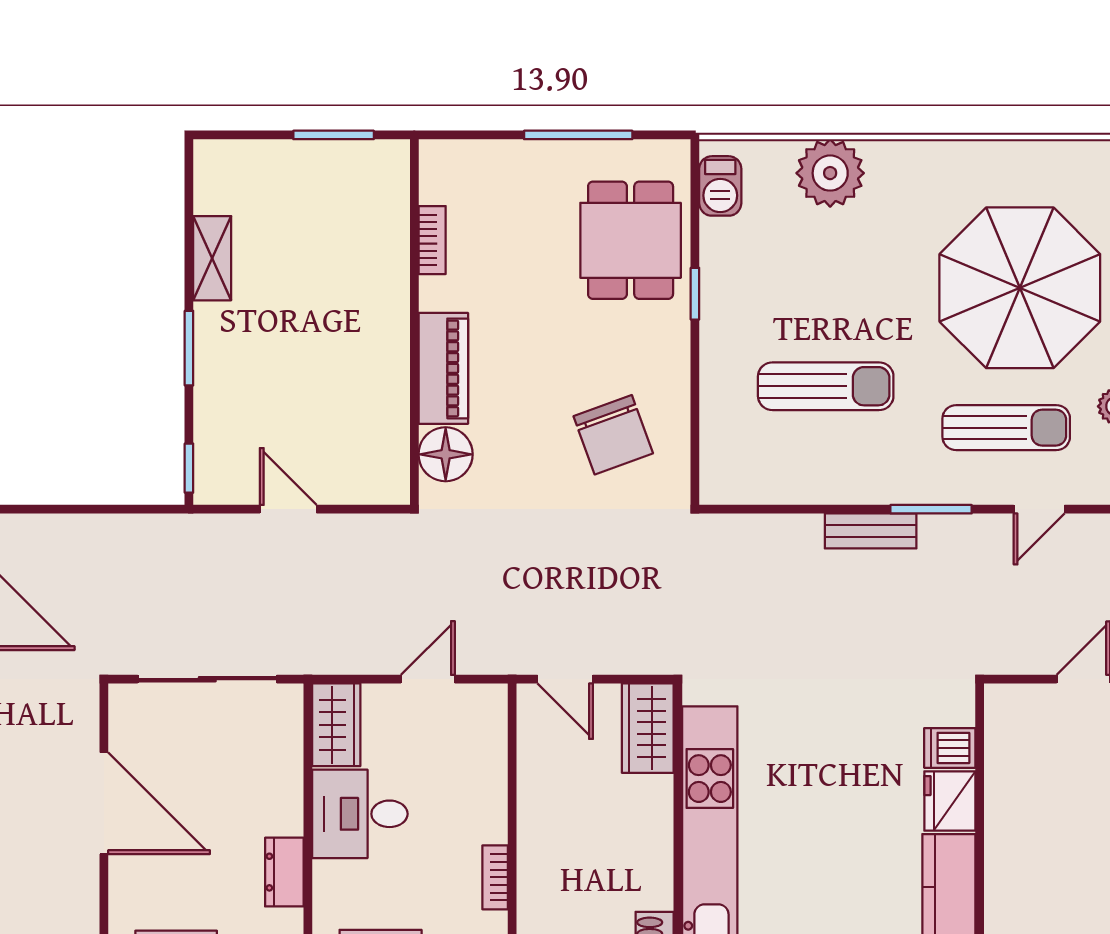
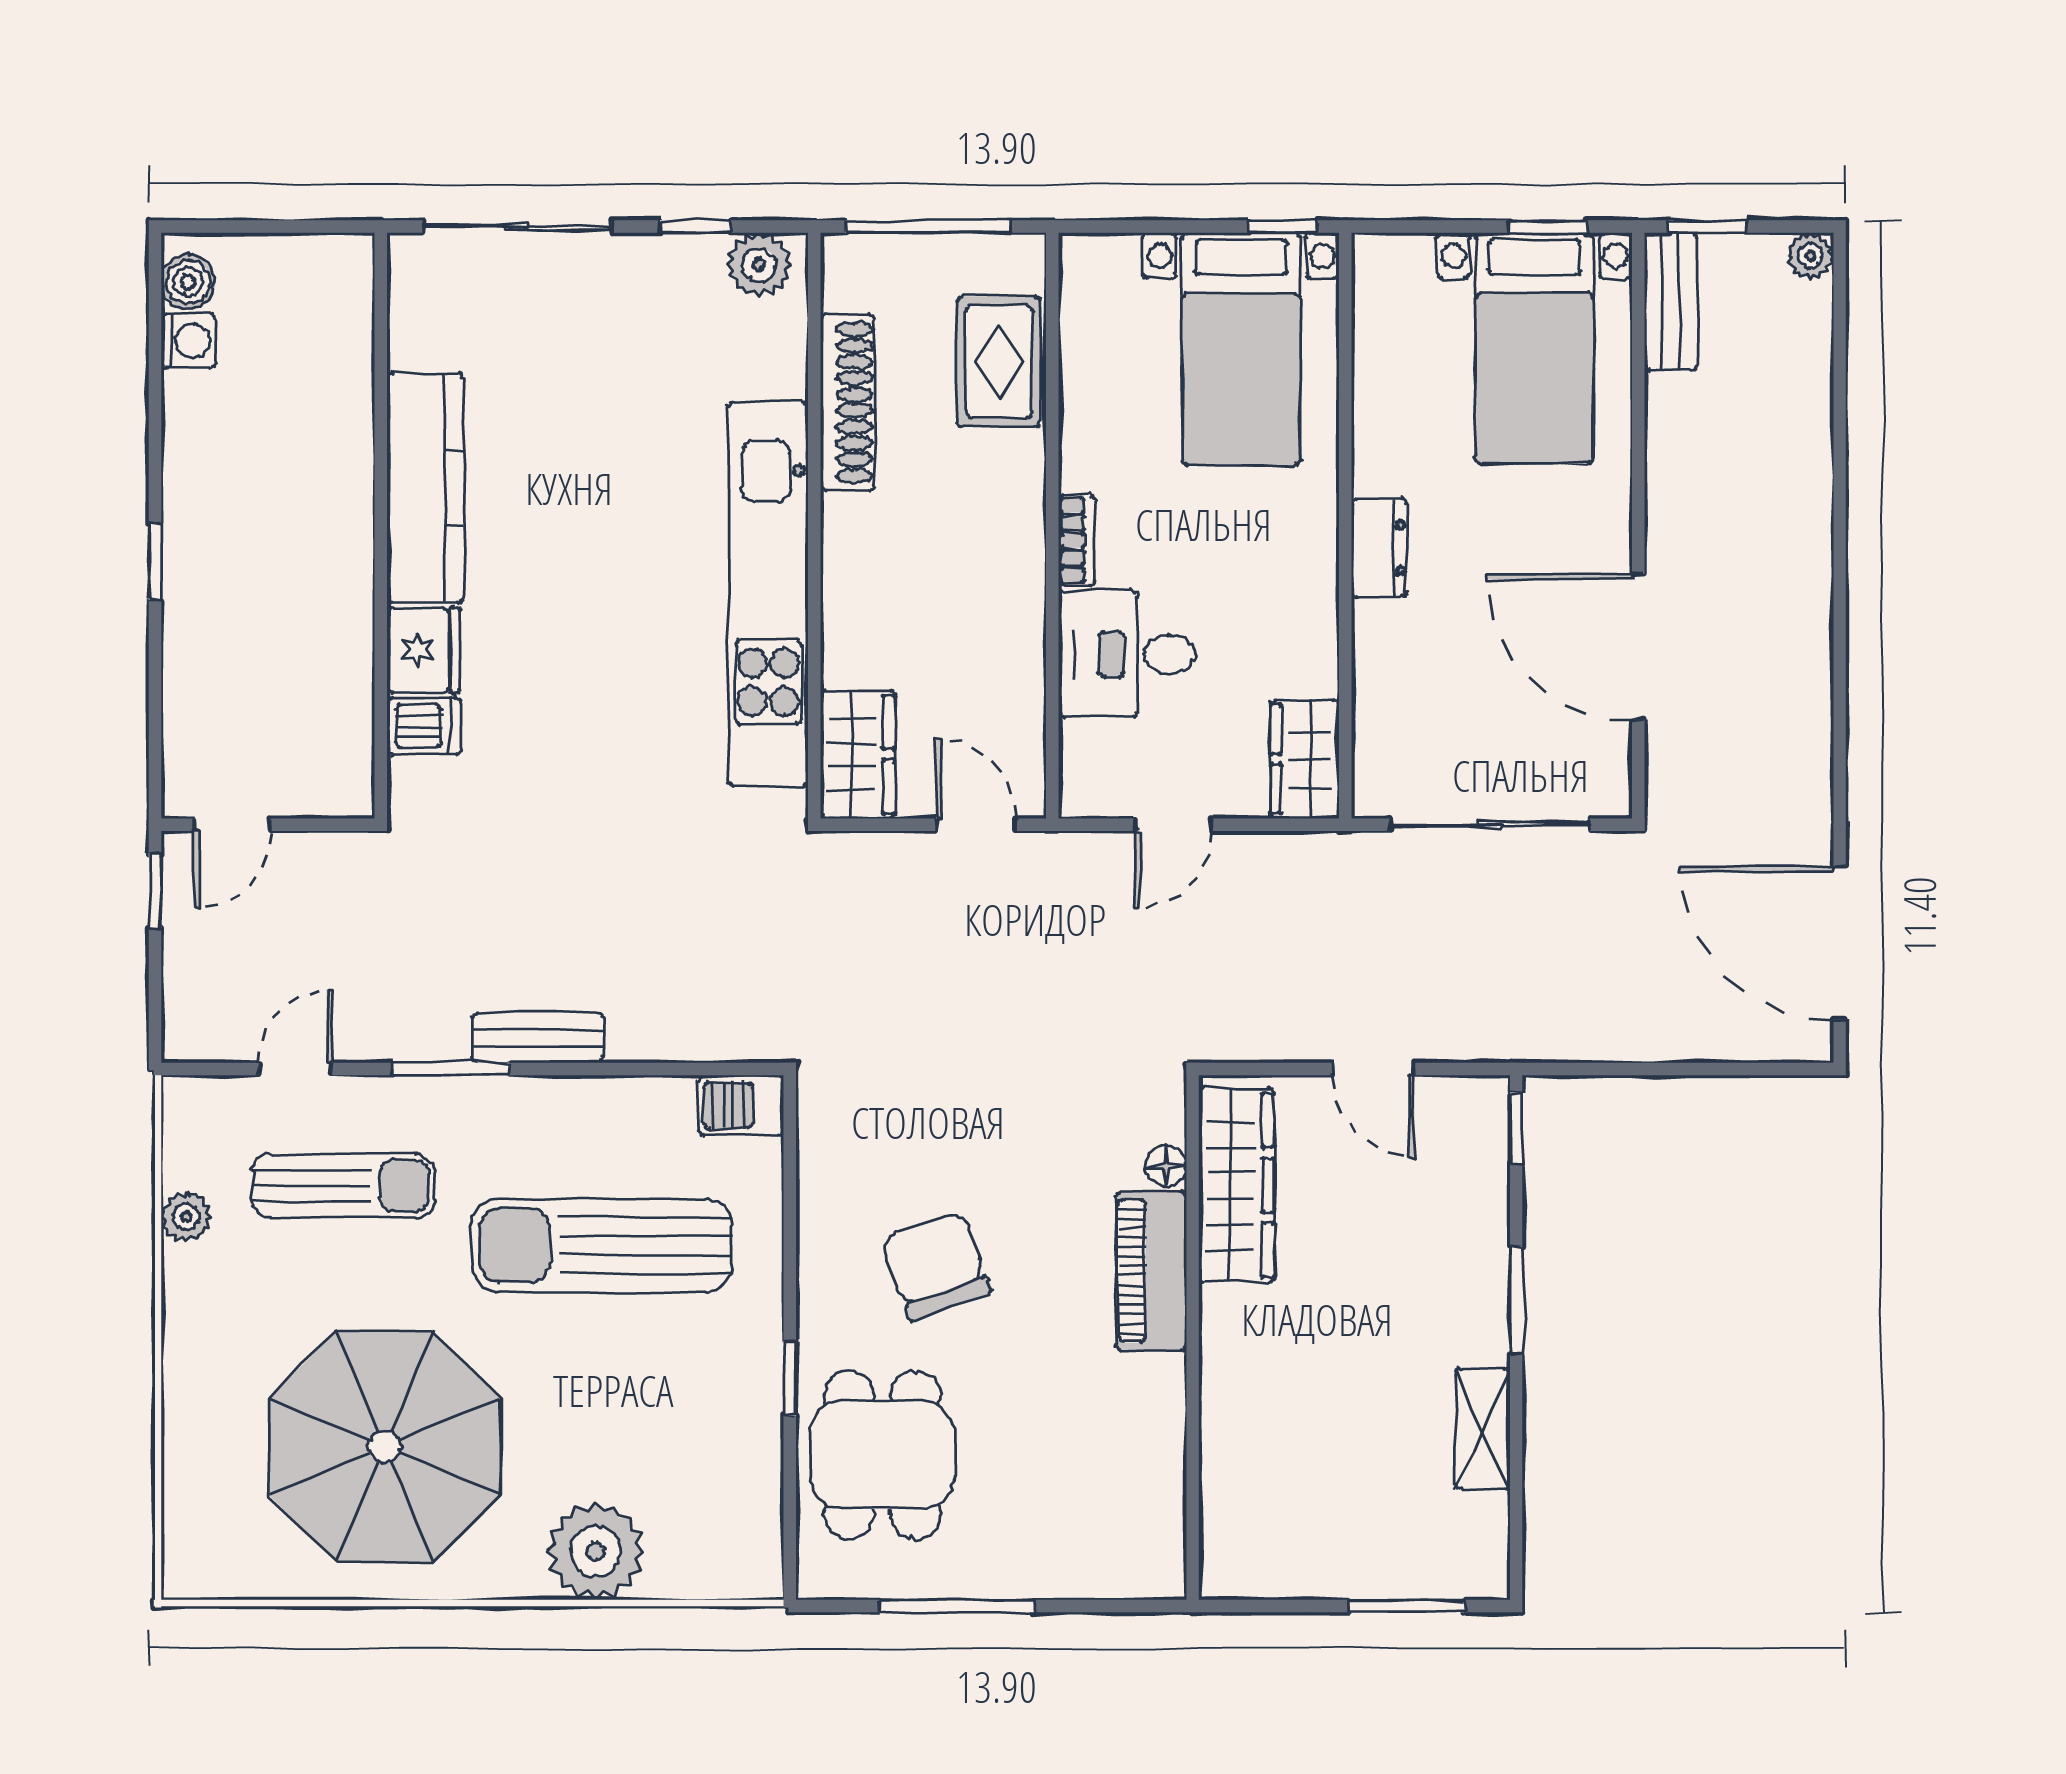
window: (334, 135) -> (1407, 1606), moved
barbecue: (720, 186) -> (741, 1105), moved, turned -90
bookcase: (432, 240) -> (1167, 1455), removed
parasol: (1020, 288) -> (385, 1447), moved
sun lounger: (826, 386) -> (602, 1245), width x1.36, depth x1.34
wardrobe: (384, 428) -> (1236, 1185), added
sun lounger: (1006, 428) -> (343, 1186), turned 180
chair: (613, 435) -> (936, 1265), moved
floor lamp: (446, 454) -> (1166, 1166), width x0.53, depth x0.53
desk: (360, 814) -> (1127, 654), moved, turned 180

